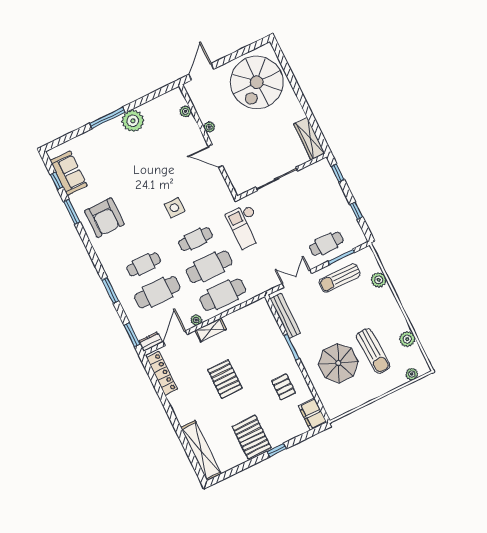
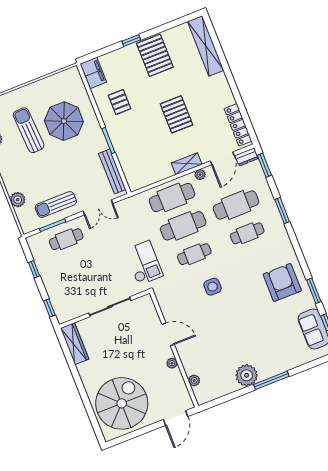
sun lounger: (340, 278) -> (56, 205), turned 180

